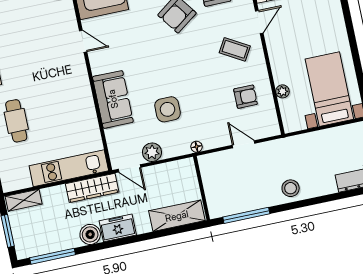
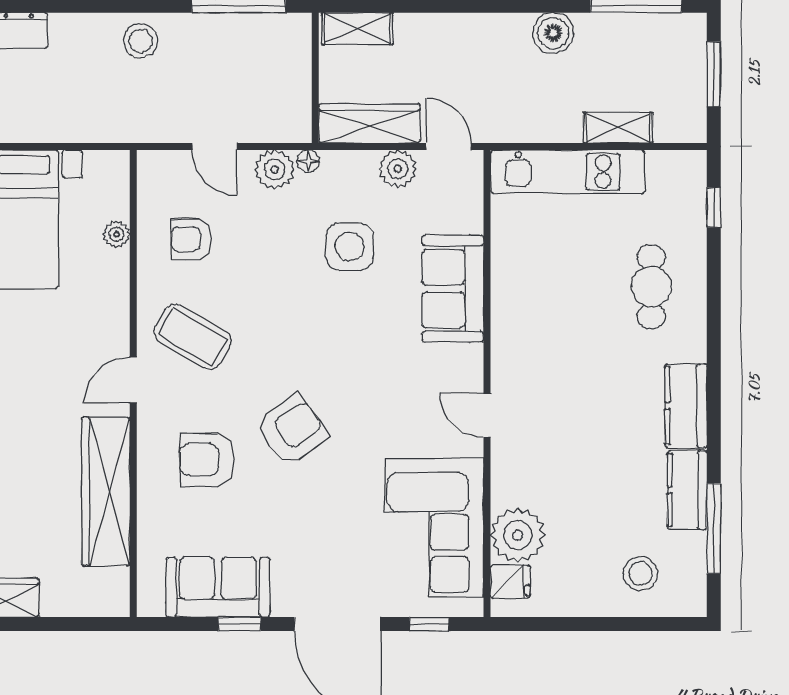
coffee table: (235, 49) -> (193, 337), width x1.36, depth x1.30
plant: (212, 139) -> (275, 170), added
wardrobe: (92, 188) -> (369, 124), moved
shelving: (24, 200) -> (618, 128), moved
shelving: (177, 216) -> (357, 29), width x0.67, depth x0.75
freezer: (118, 228) -> (497, 34), removed

